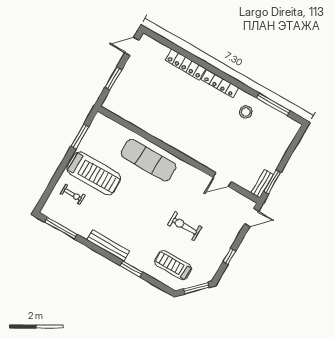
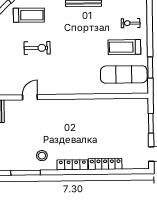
exercise mat: (148, 160) -> (124, 74), moved
treadmill: (94, 173) -> (124, 47), width x0.73, depth x0.73

